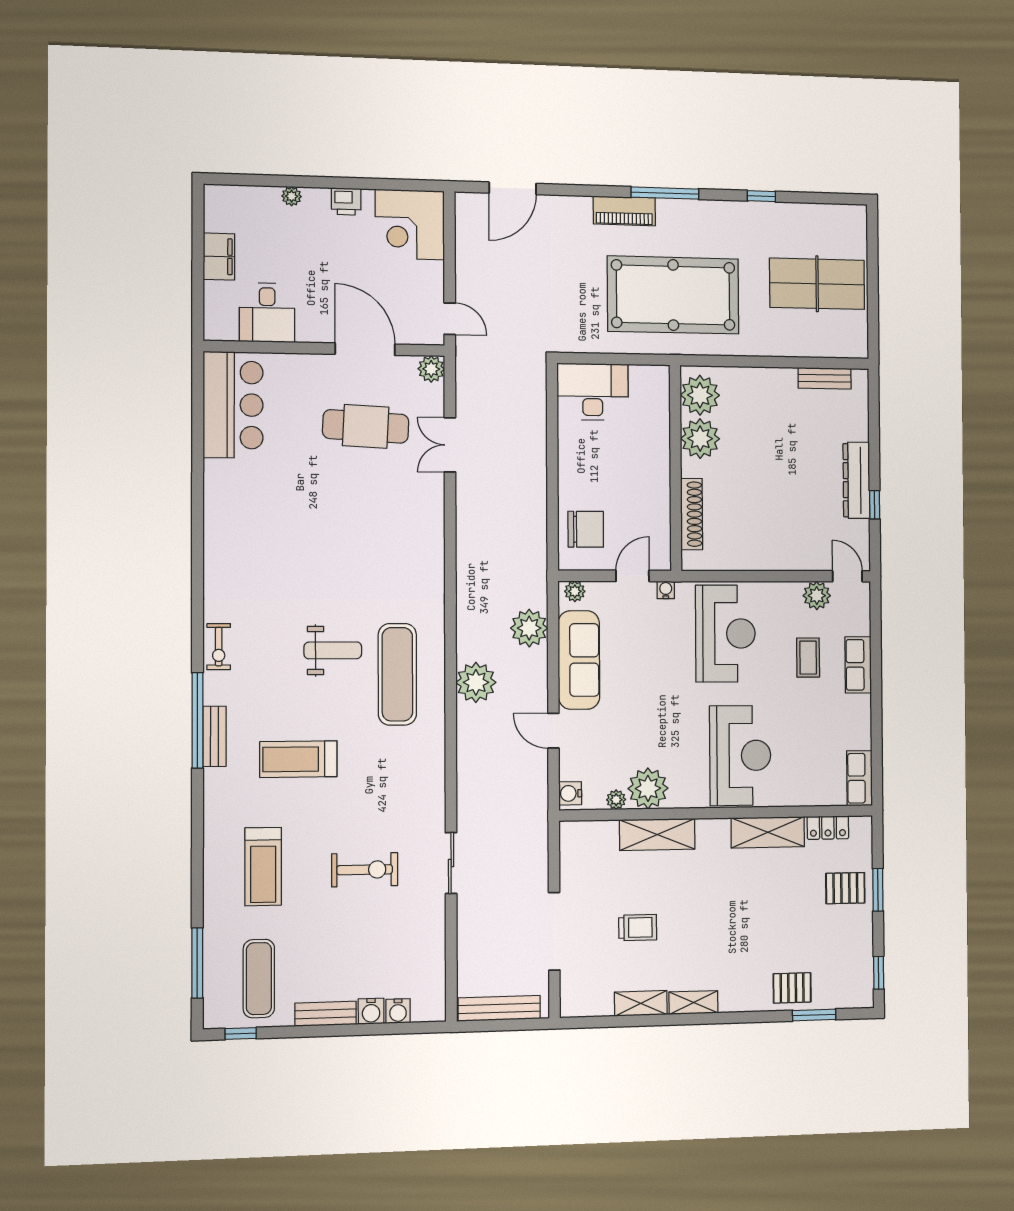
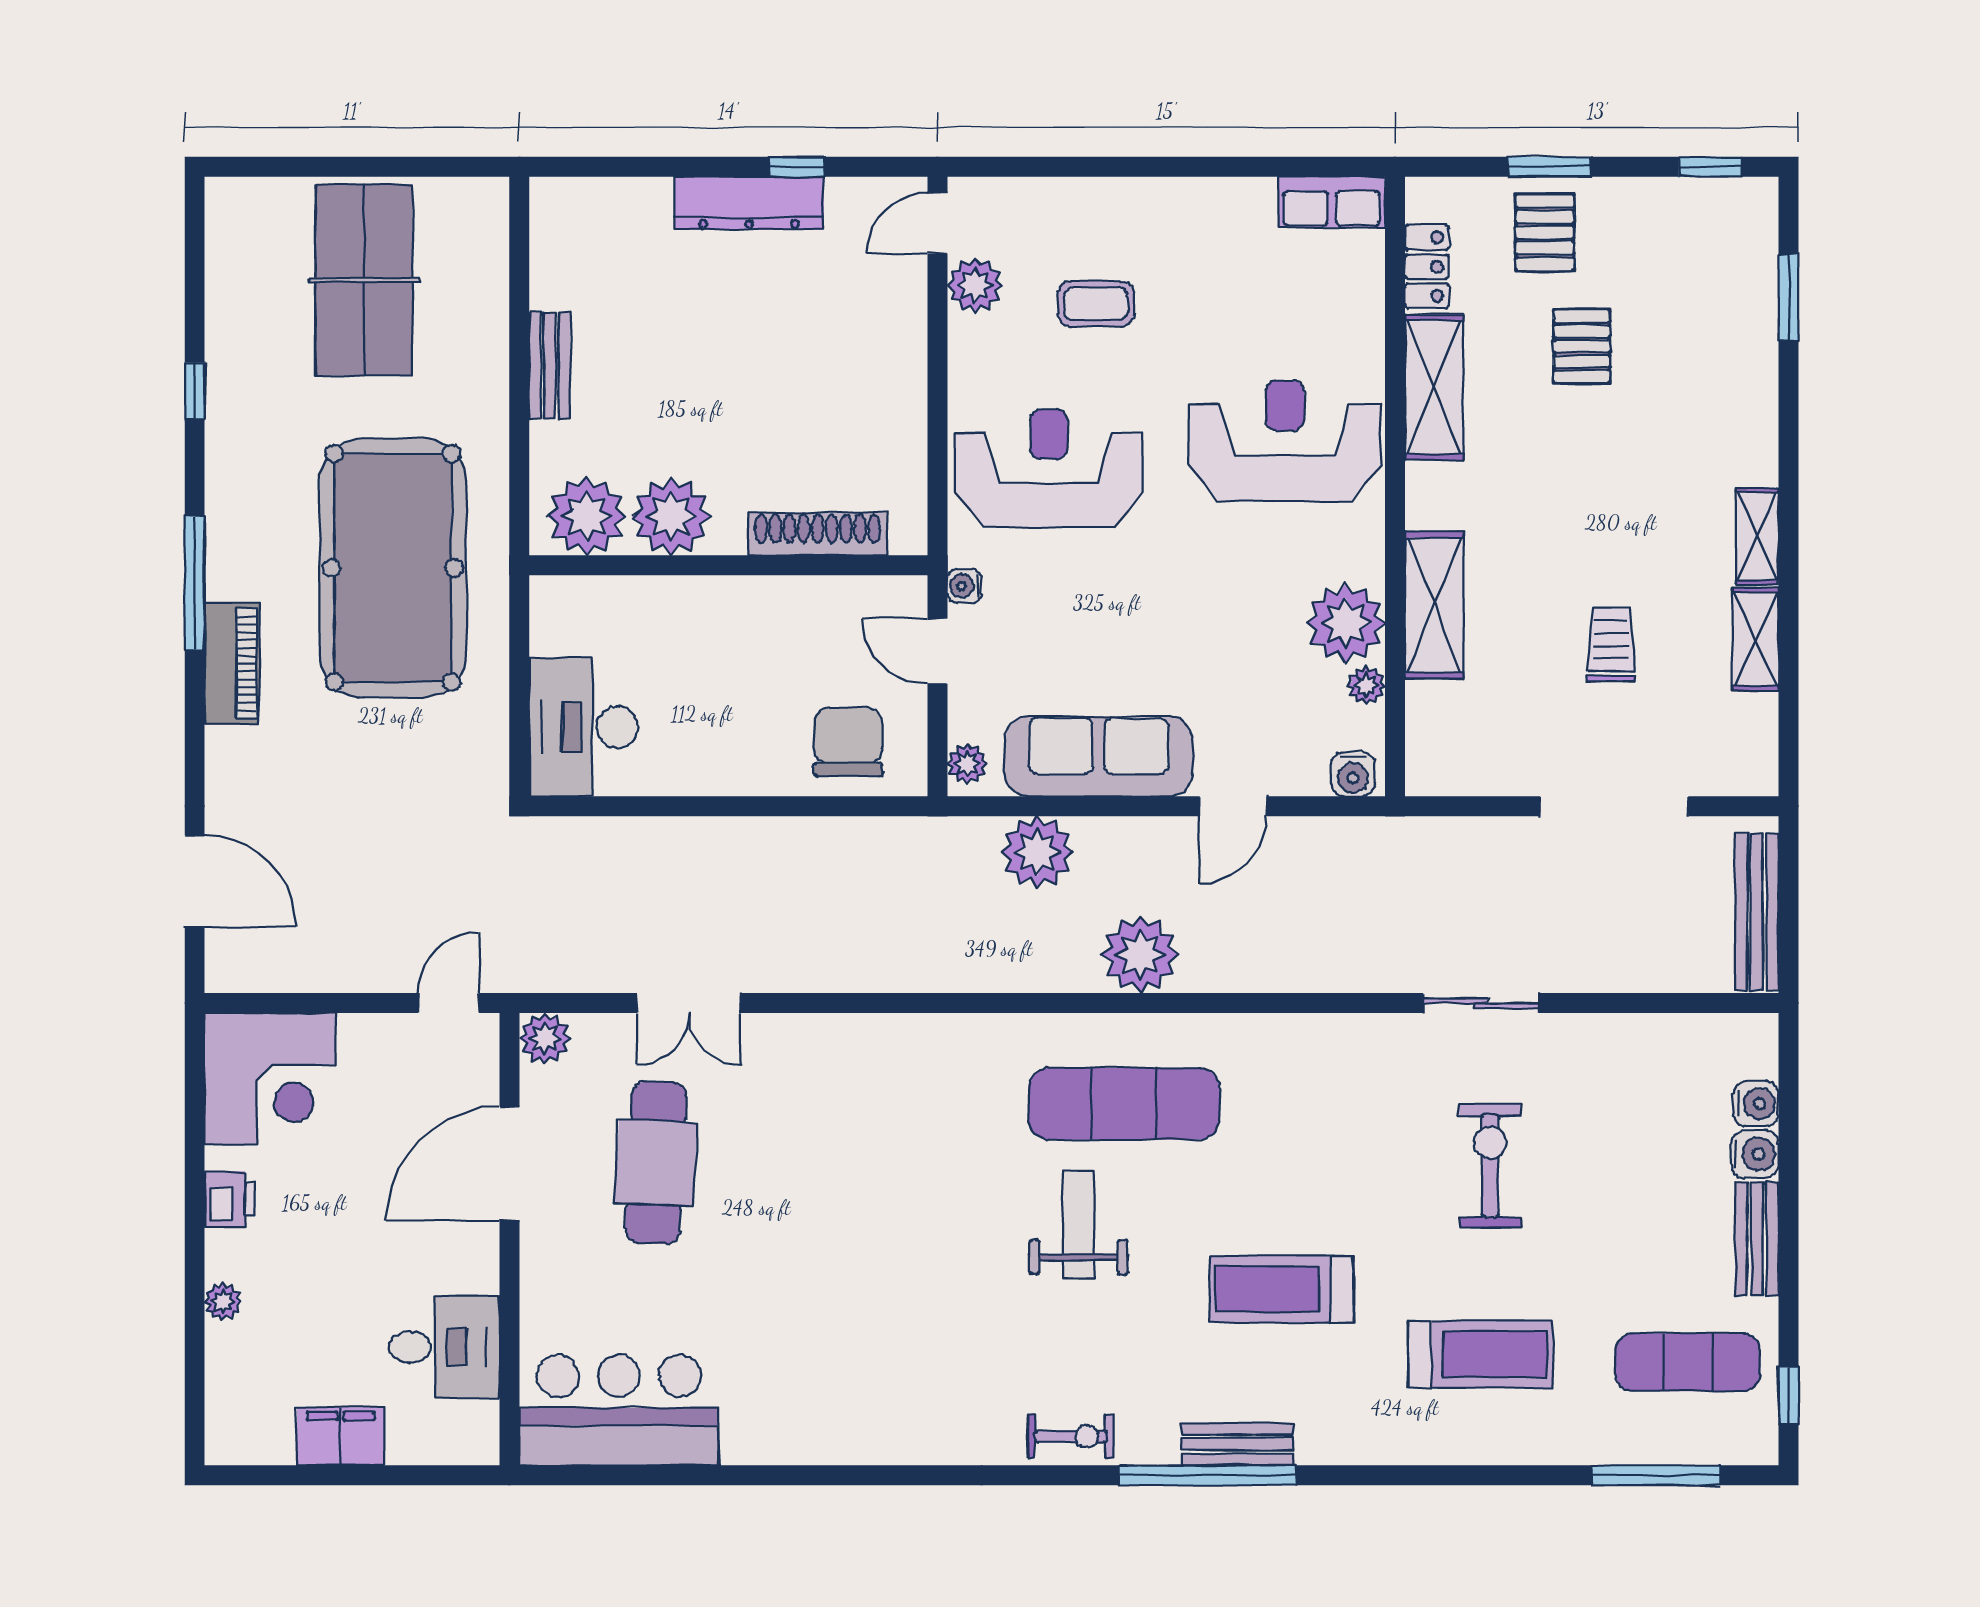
bench: (825, 378) -> (550, 366), moved
row of seats: (858, 665) -> (1111, 203), removed
treadmill: (298, 759) -> (1282, 1289), turned 90
pallet: (792, 988) -> (1582, 346), moved

